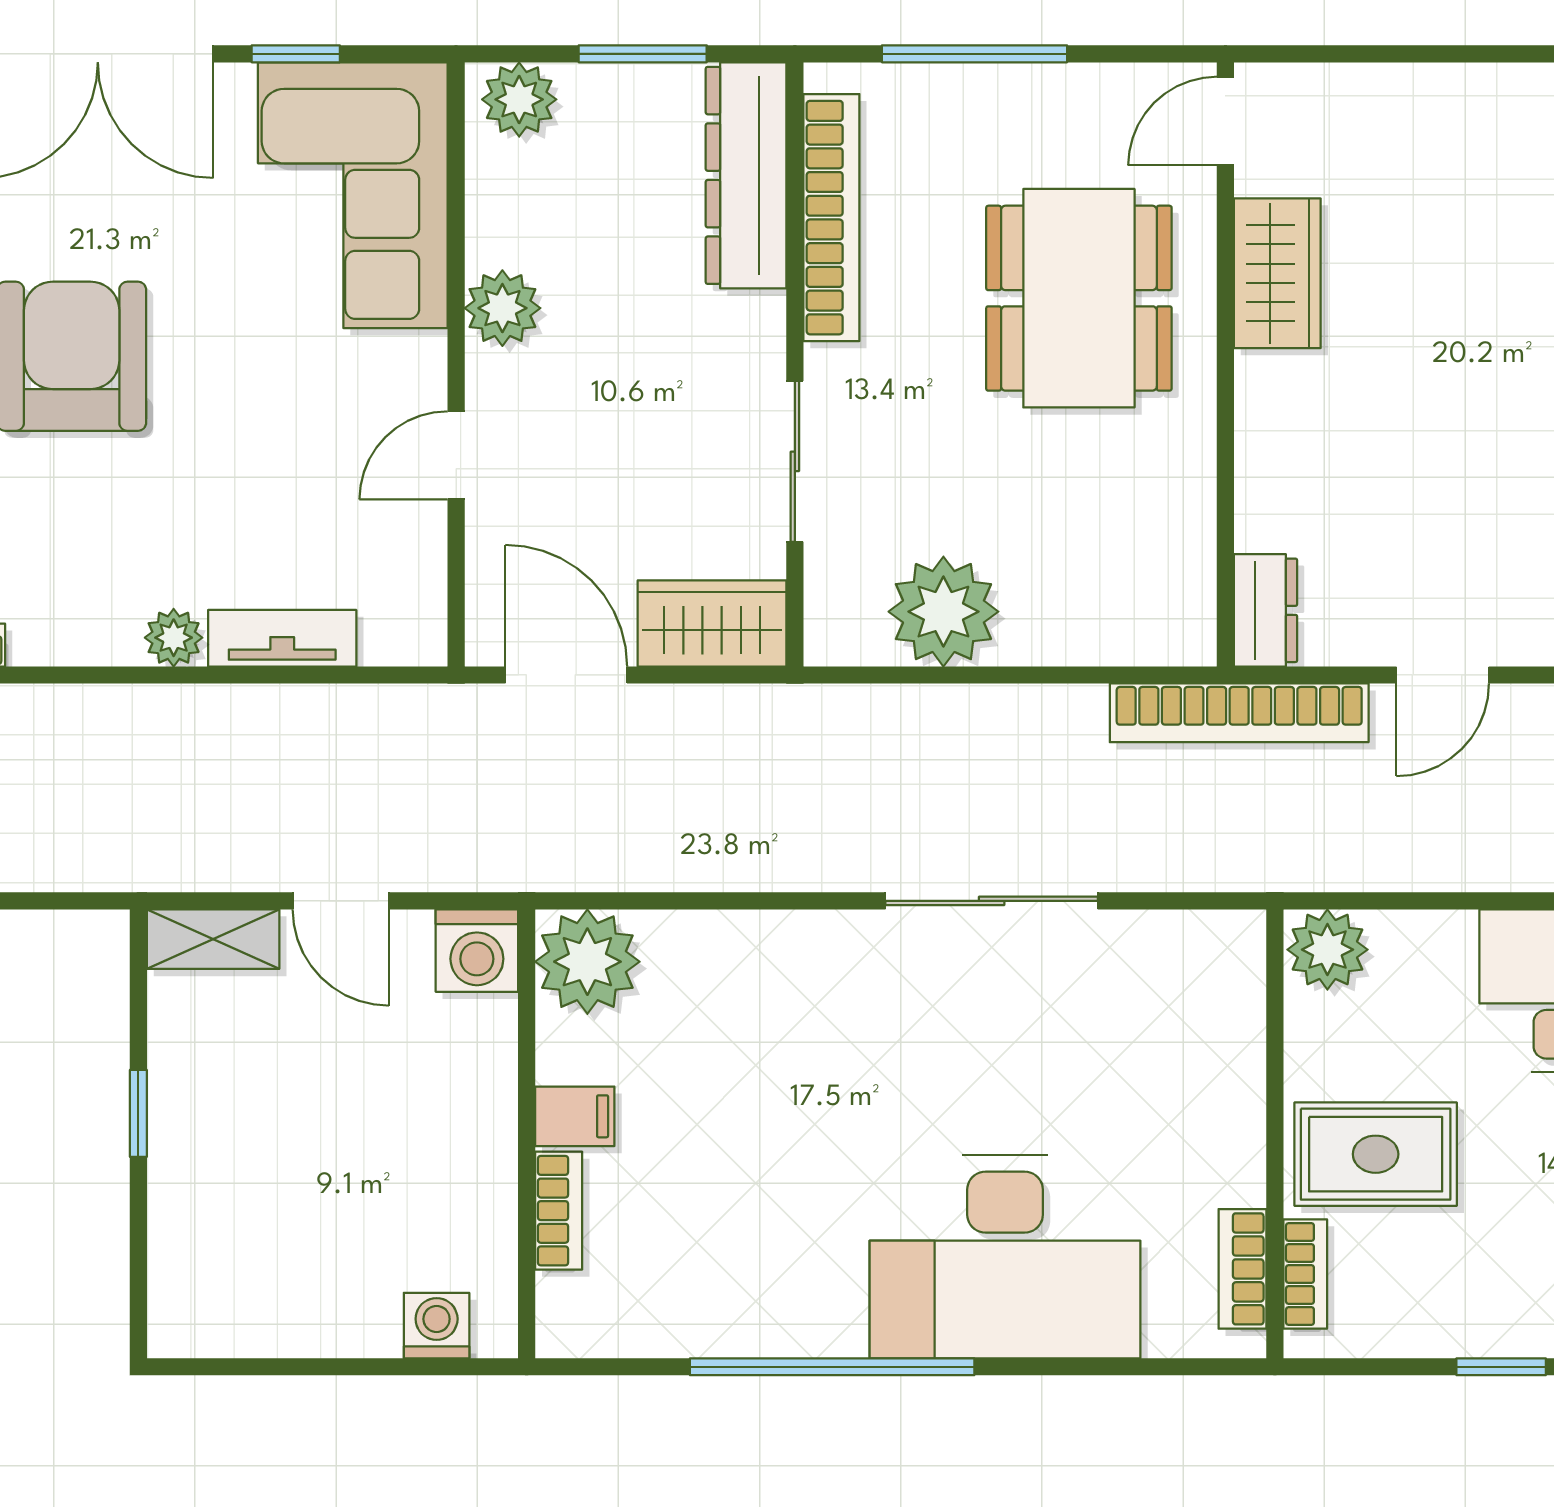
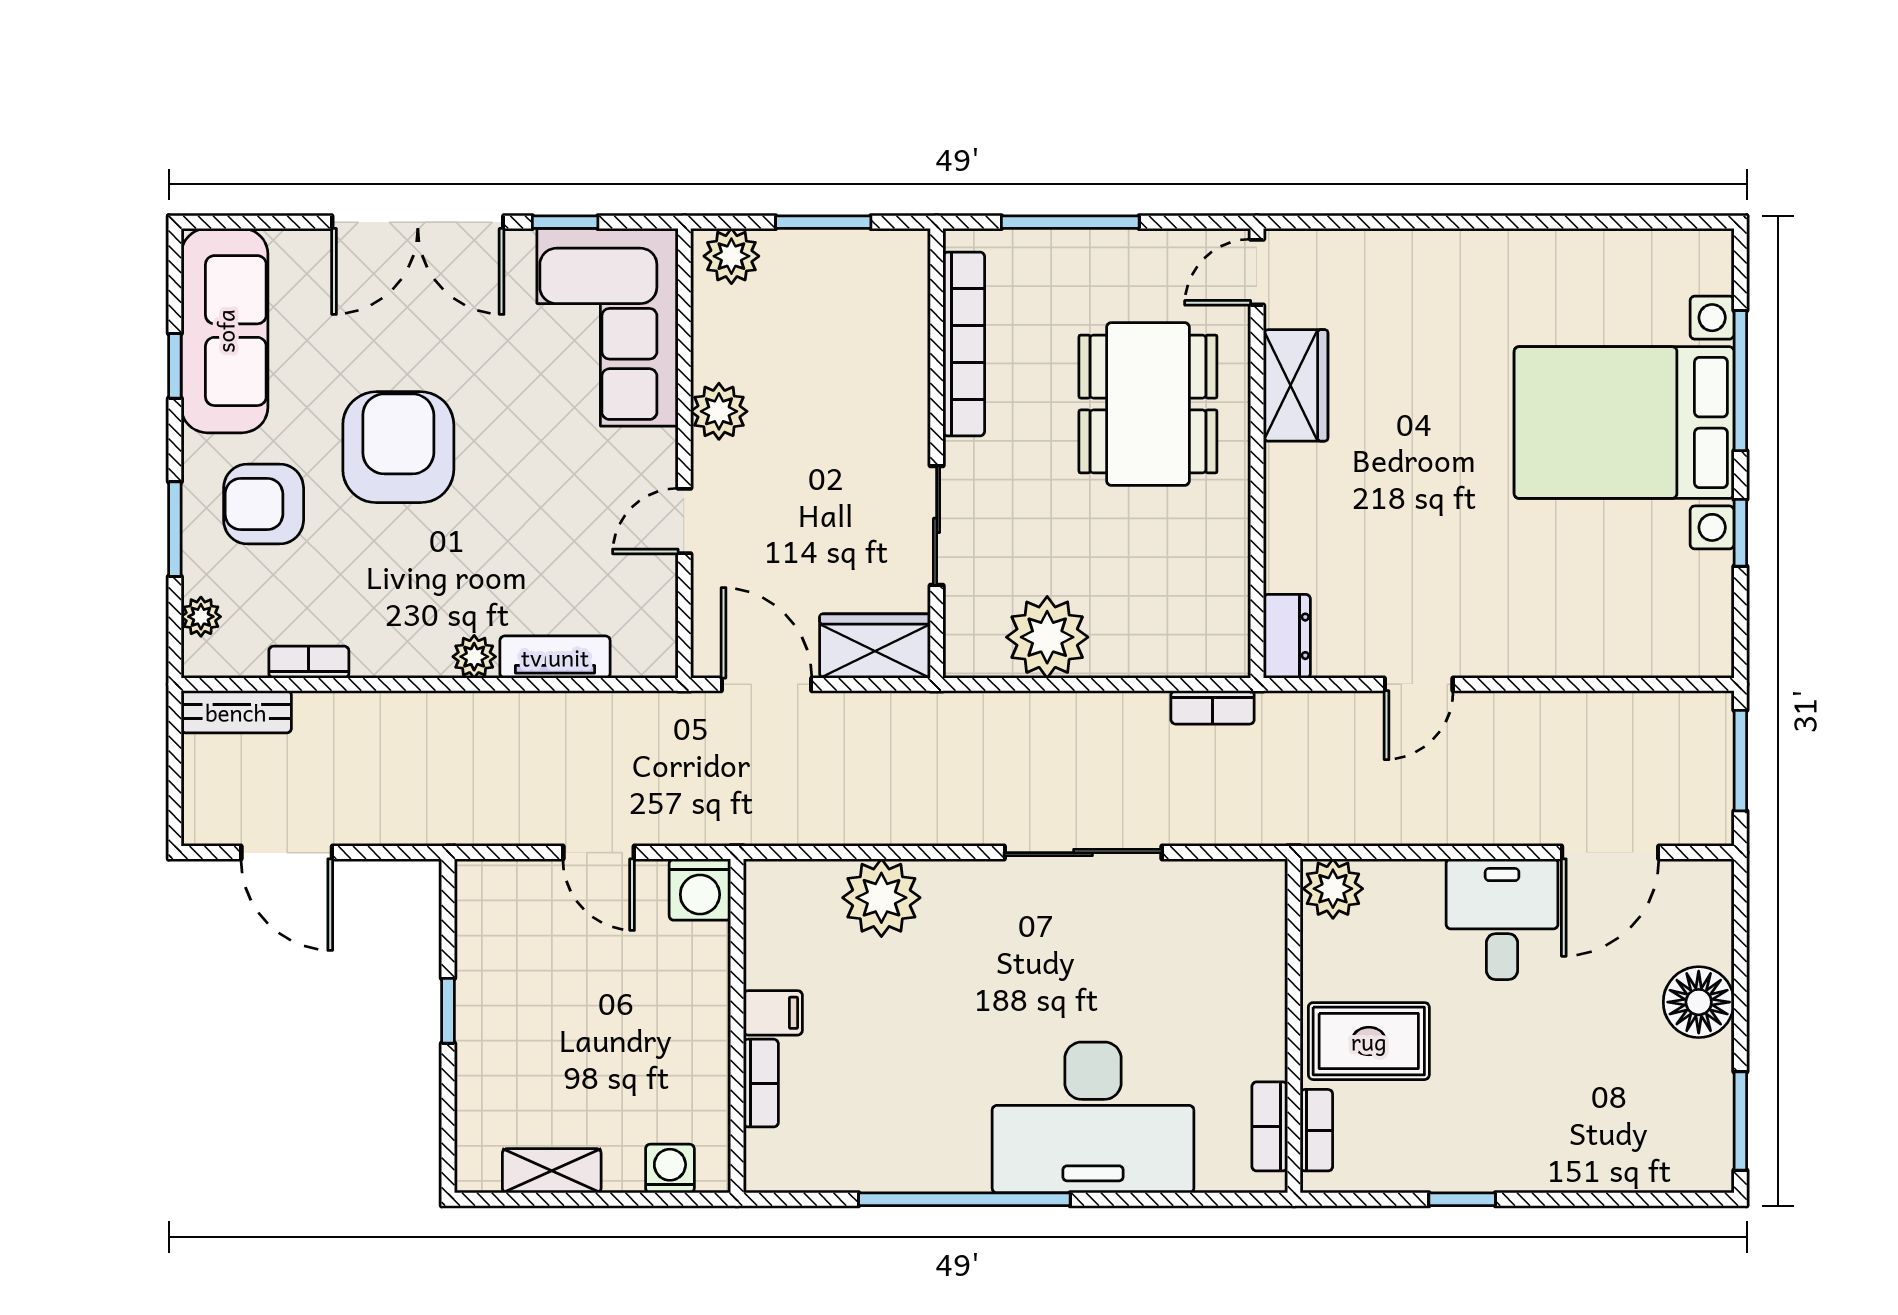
dresser: (746, 175) -> (900, 313), removed
bookcase: (1239, 713) -> (1213, 707), width x0.43, depth x0.76
shelving: (213, 939) -> (552, 1171), moved
plant: (587, 962) -> (881, 898), moved

